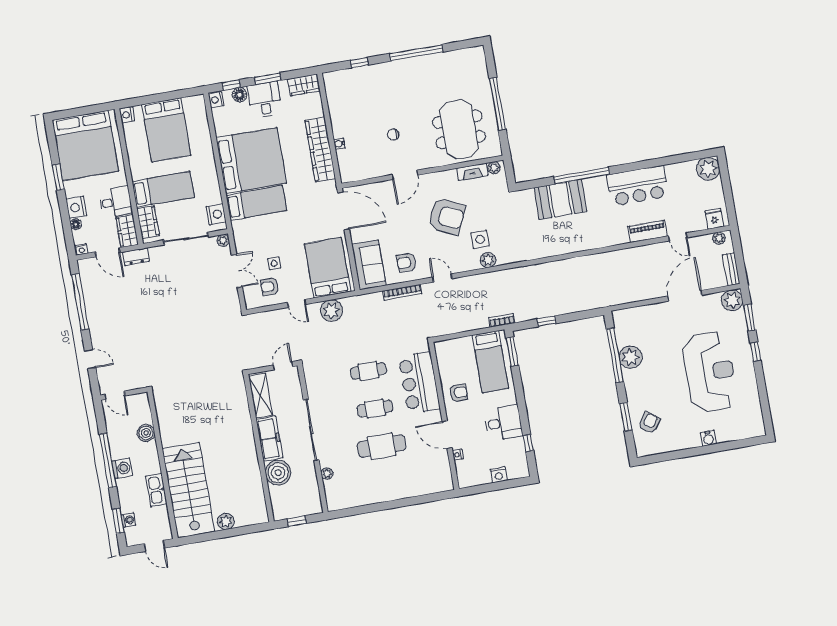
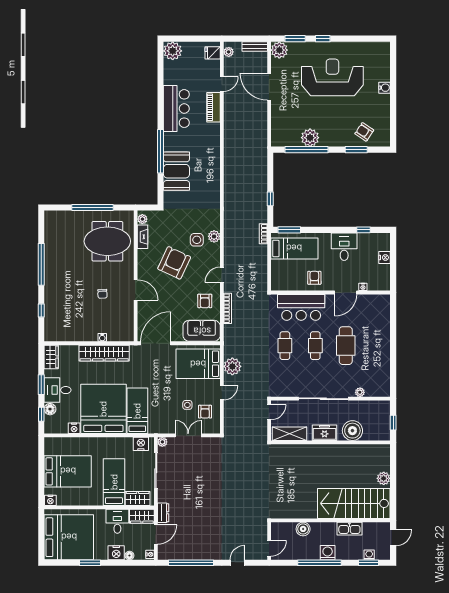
nightstand: (216, 100) -> (74, 428), moved
door: (283, 366) -> (269, 412), swing flipped
freezer: (269, 439) -> (325, 433), width x0.71

